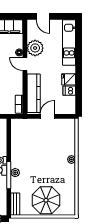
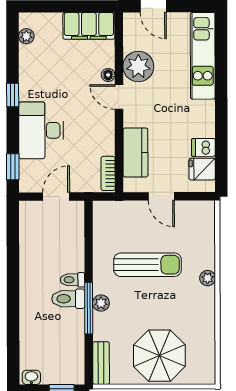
fridge: (69, 79) -> (202, 169), moved
kitchen counter: (34, 93) -> (135, 153), width x0.67
door: (47, 116) -> (161, 196), swing flipped
sun lounger: (40, 152) -> (148, 265), added

